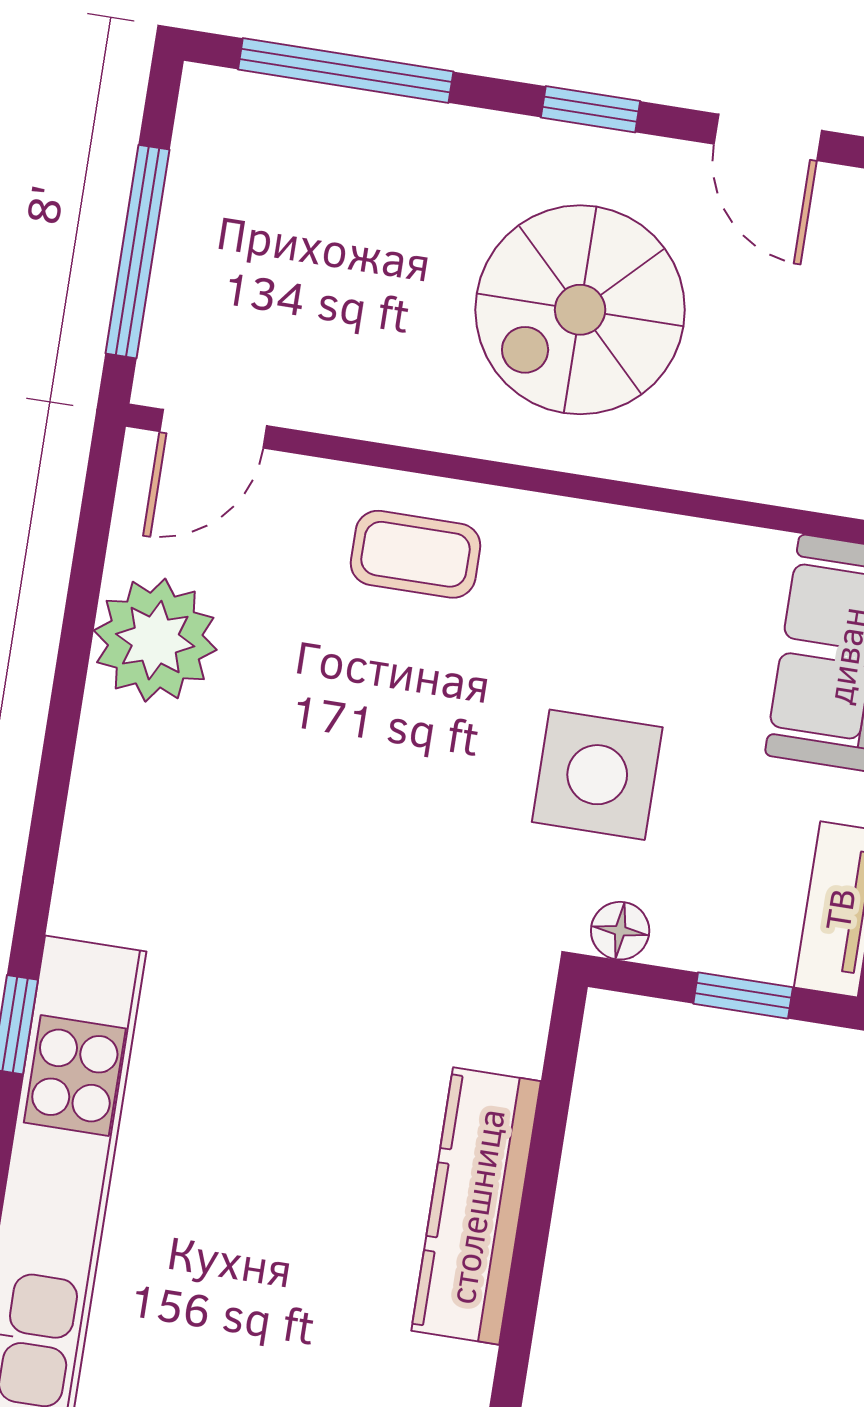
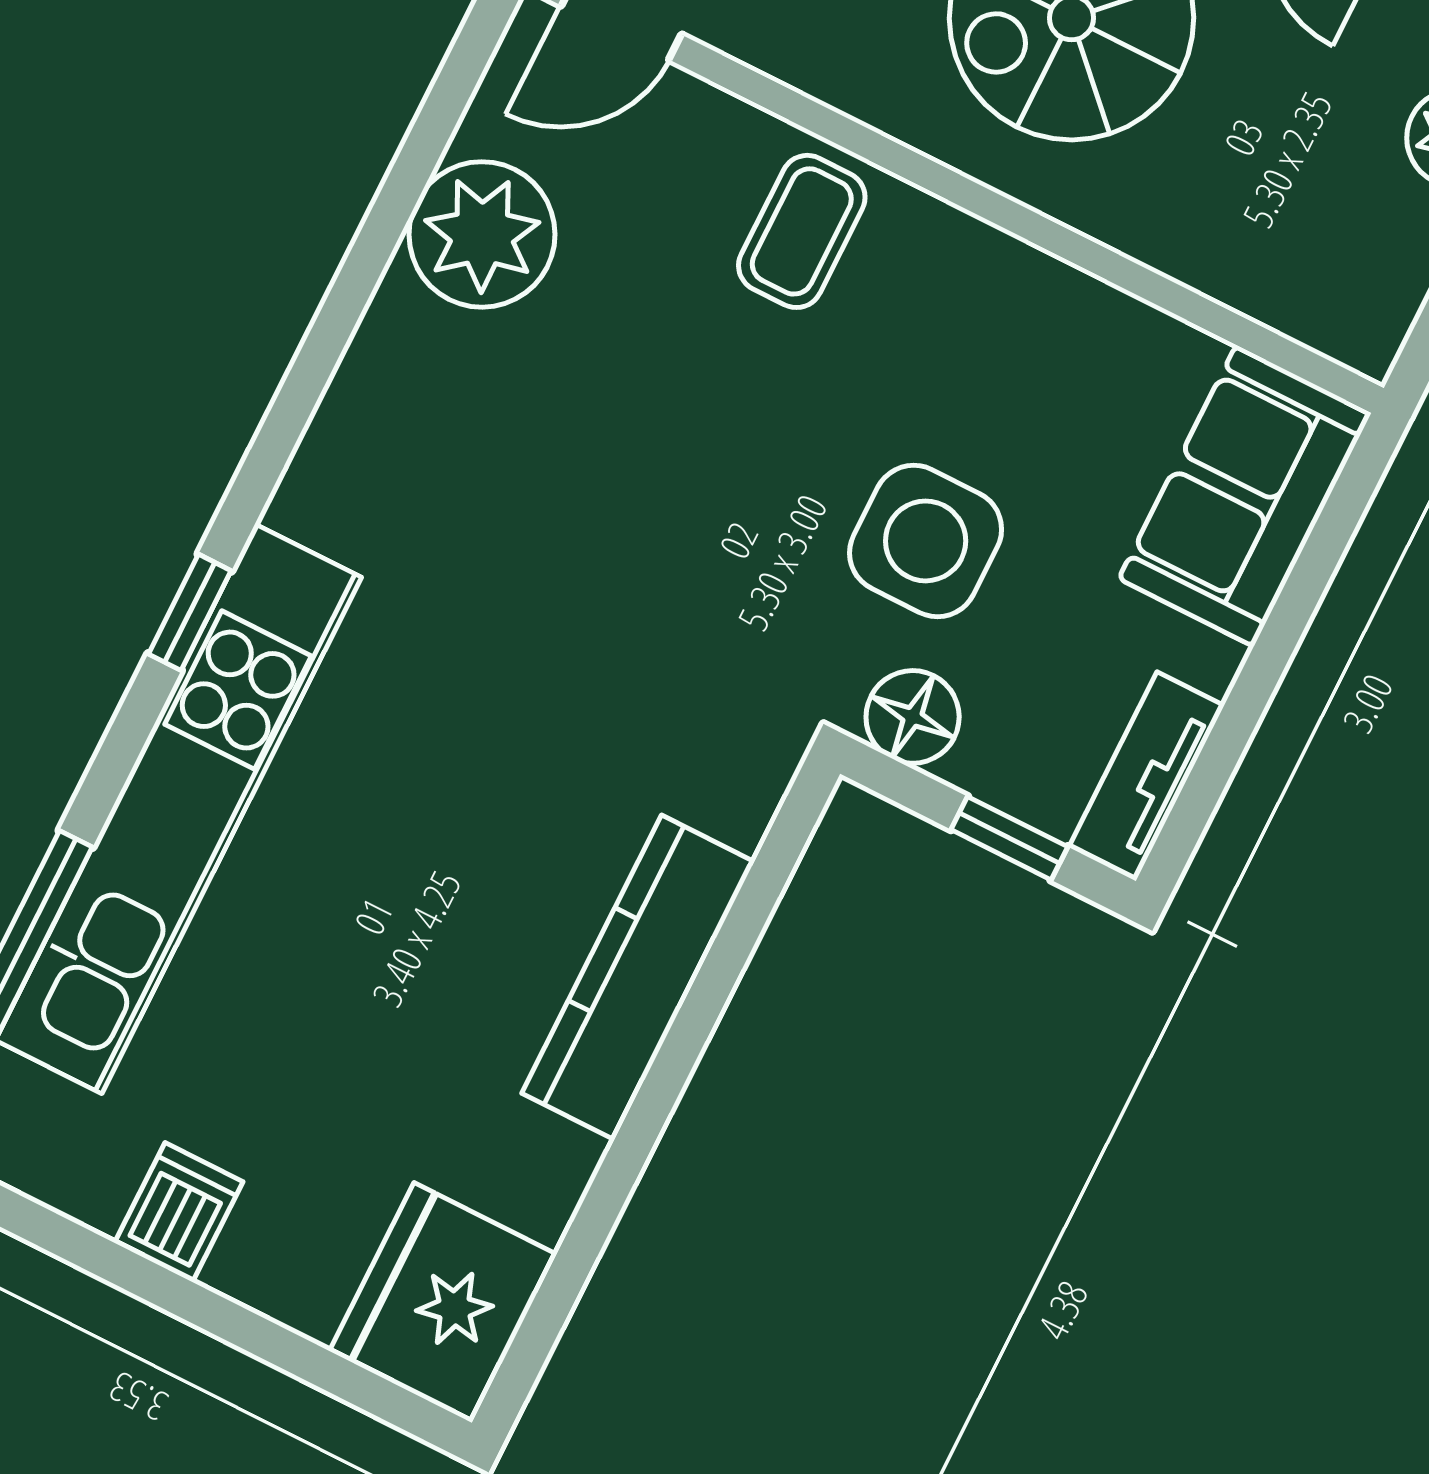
coffee table: (416, 554) -> (802, 231), turned 90
floor lamp: (620, 931) -> (913, 717), width x1.37, depth x1.37

